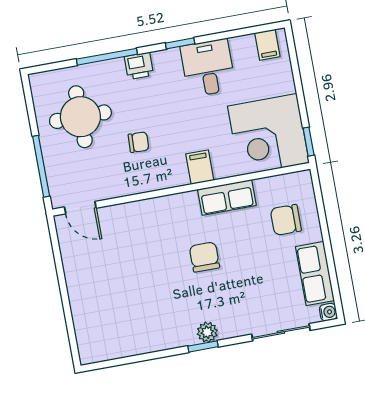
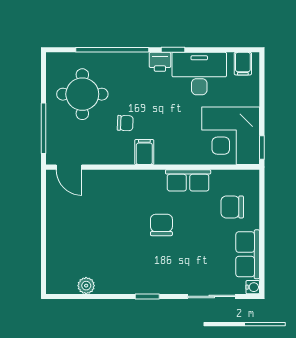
window: (107, 57) -> (112, 50), width x1.46
printer: (139, 66) -> (160, 62), moved
desk: (208, 68) -> (199, 74), width x1.37
filing cabinet: (200, 167) -> (144, 152), moved
plant: (207, 332) -> (86, 286), moved

